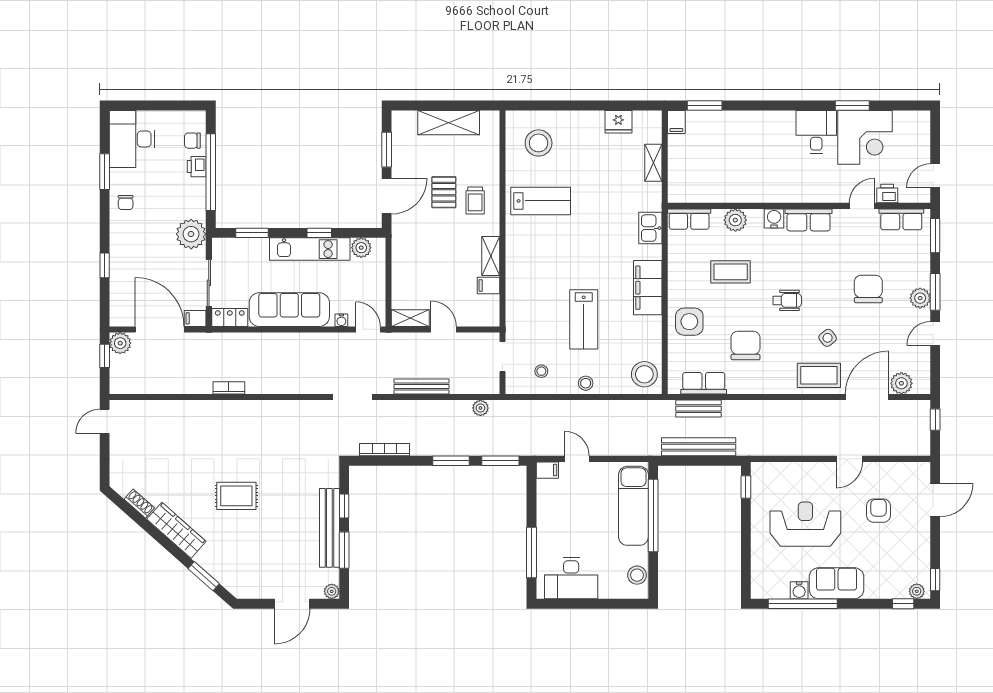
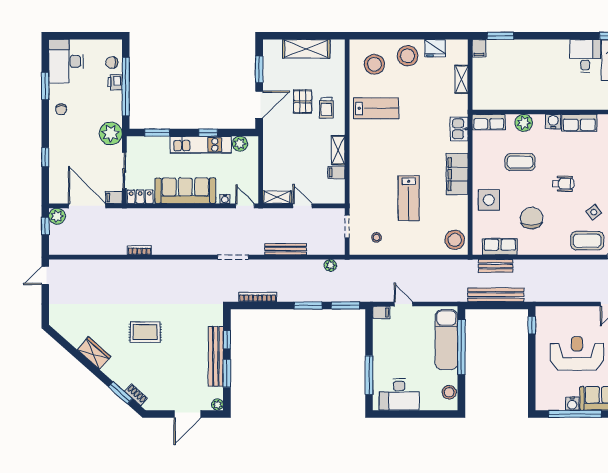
stool: (586, 383) -> (408, 56), moved, width x1.89, depth x1.89
shoe rack: (139, 503) -> (136, 395), moved
wardrobe: (176, 530) -> (94, 353), width x0.67

